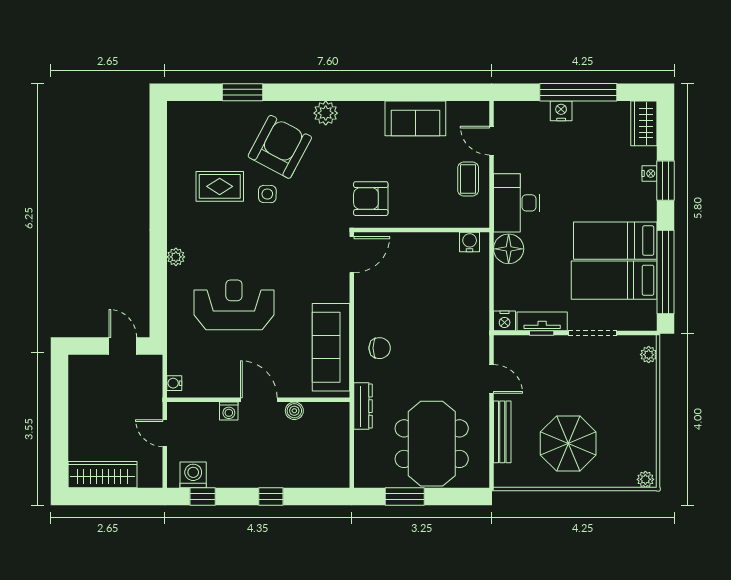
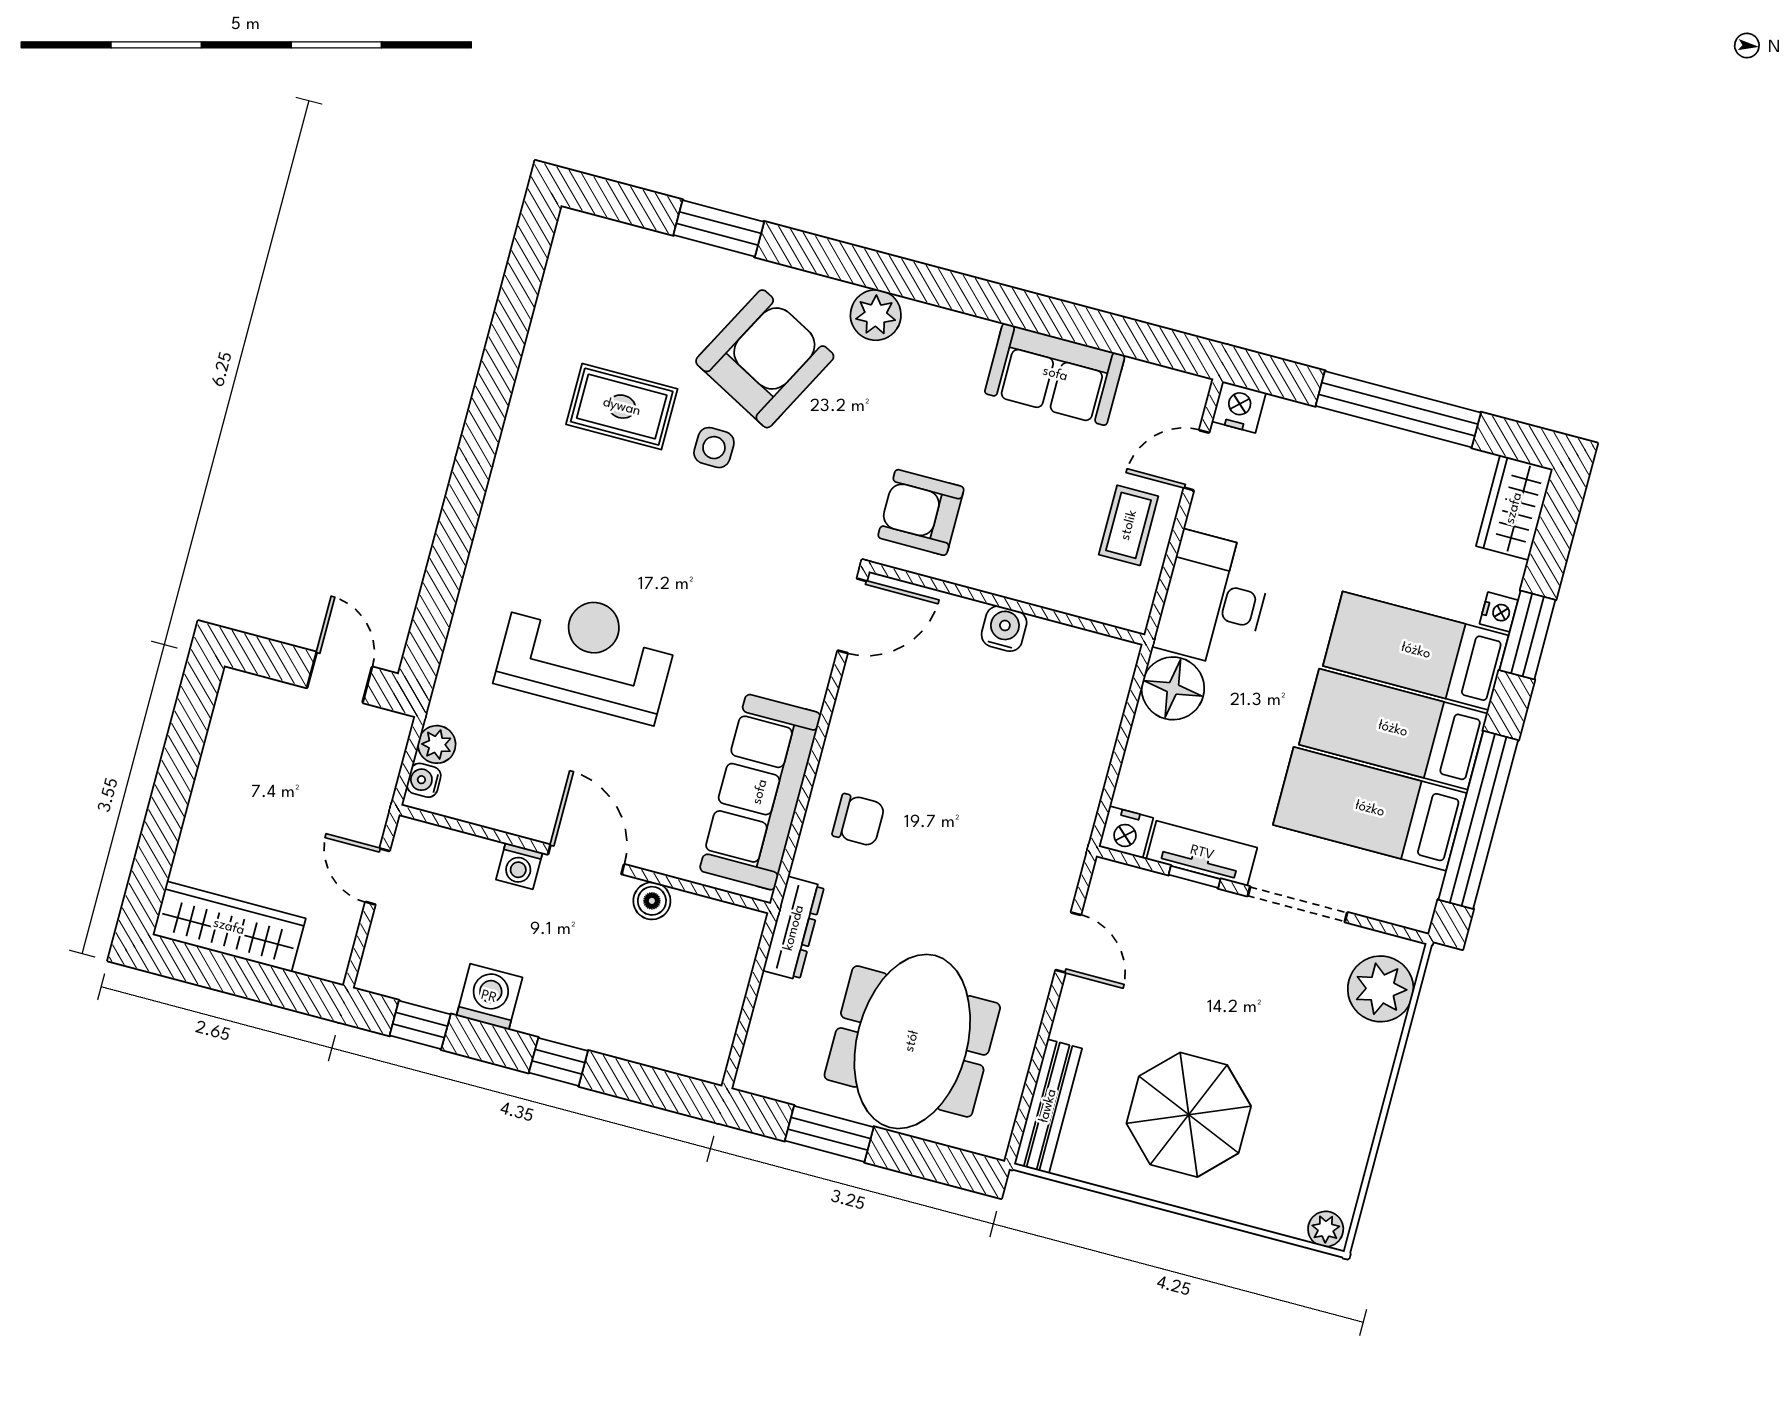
nightstand: (561, 111) -> (1239, 407), moved
door: (491, 141) -> (1197, 460), hinge flipped
bed: (616, 202) -> (1416, 651), added
water cooler: (470, 242) -> (1004, 629), moved
plant: (176, 257) -> (437, 744), moved
plant: (649, 355) -> (1381, 989), width x1.88, depth x1.88
bench: (502, 432) -> (1048, 1106), moved
washing machine: (193, 475) -> (489, 997), moved

